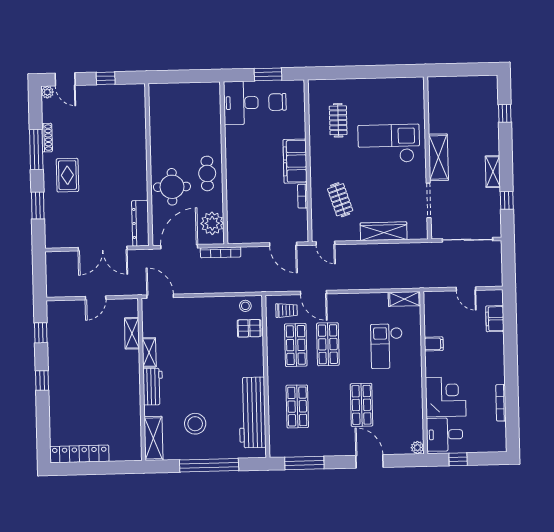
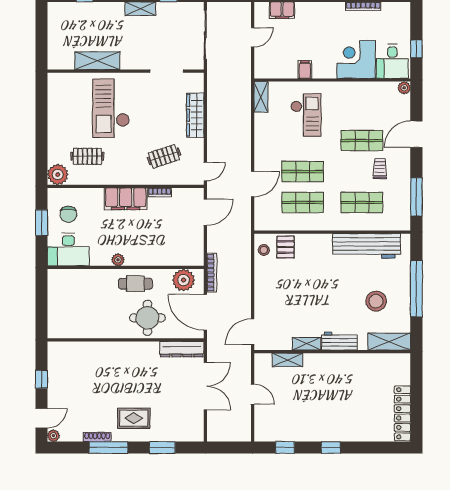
plant: (319, 90) -> (58, 174), added
plant: (231, 155) -> (118, 260), added
shelving: (438, 157) -> (97, 61), moved
trolley: (287, 310) -> (380, 169), moved
checkout: (387, 346) -> (306, 115), turned -90

